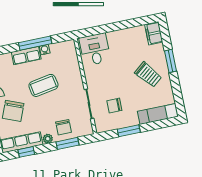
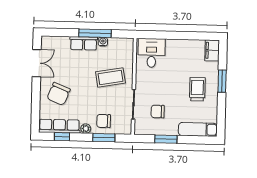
trolley: (148, 75) -> (197, 89), turned -141
coffee table: (43, 85) -> (110, 77), moved
chair: (64, 127) -> (104, 121), turned 90

